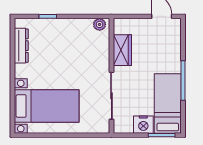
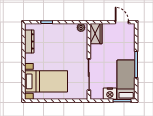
wardrobe: (122, 50) -> (96, 34), moved

